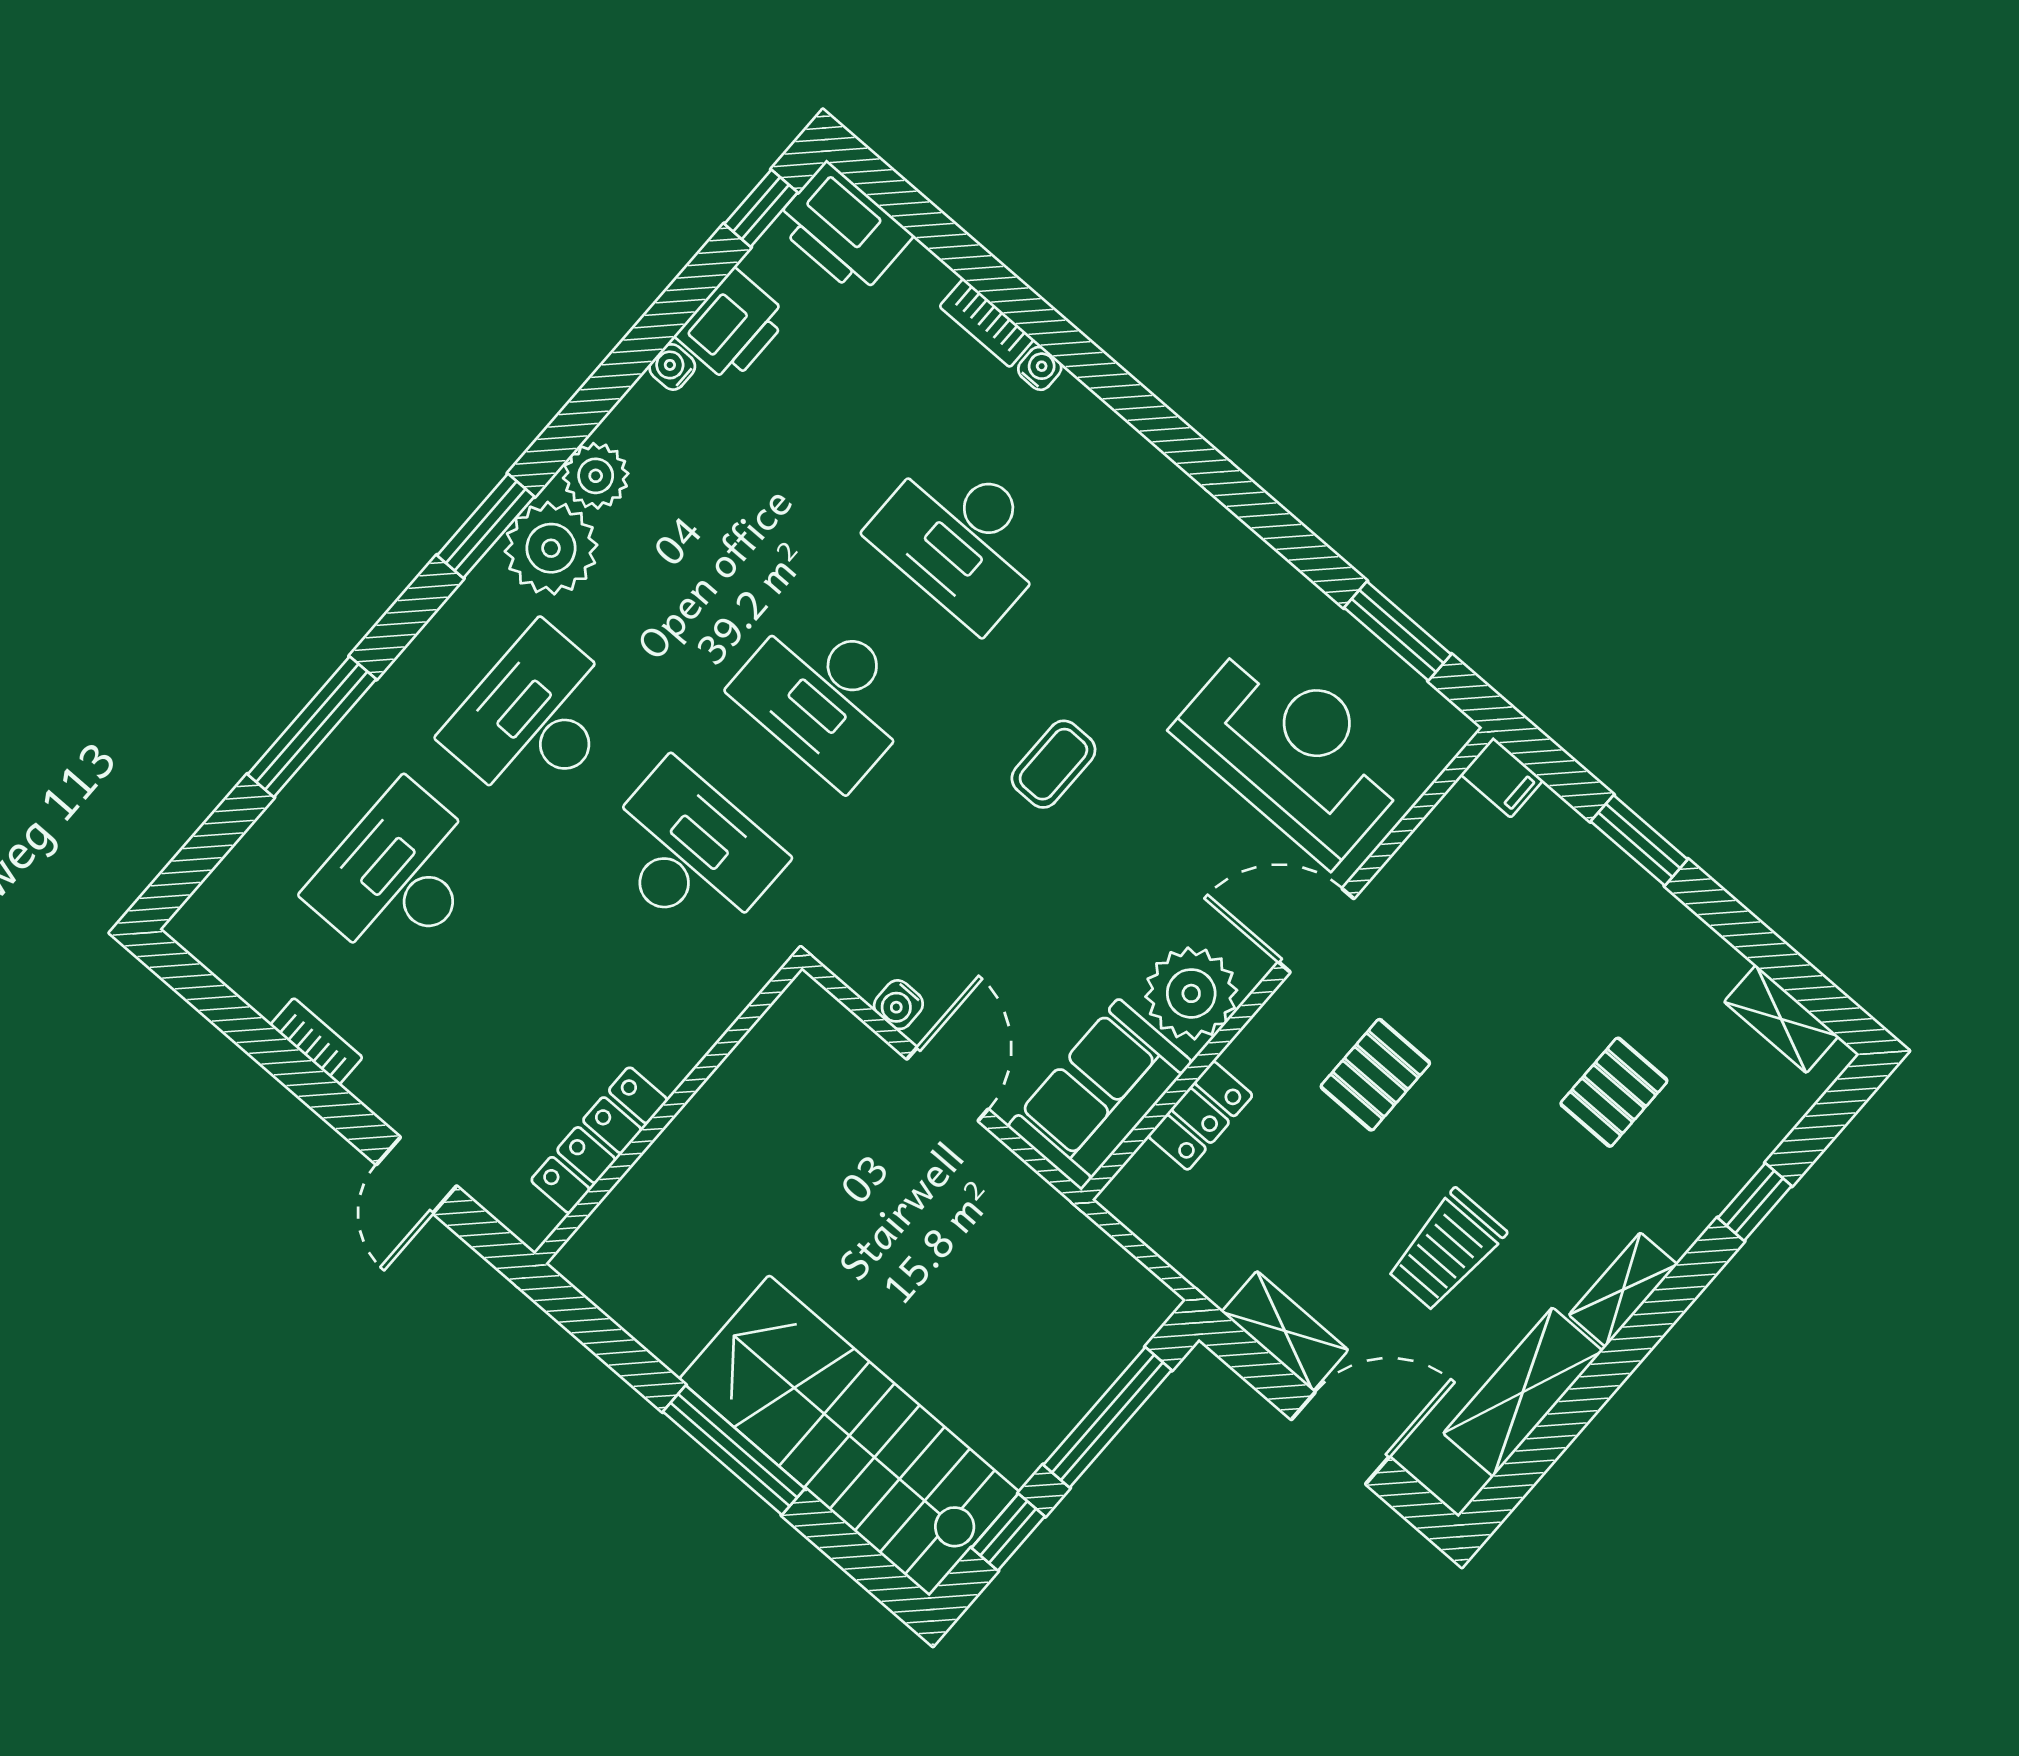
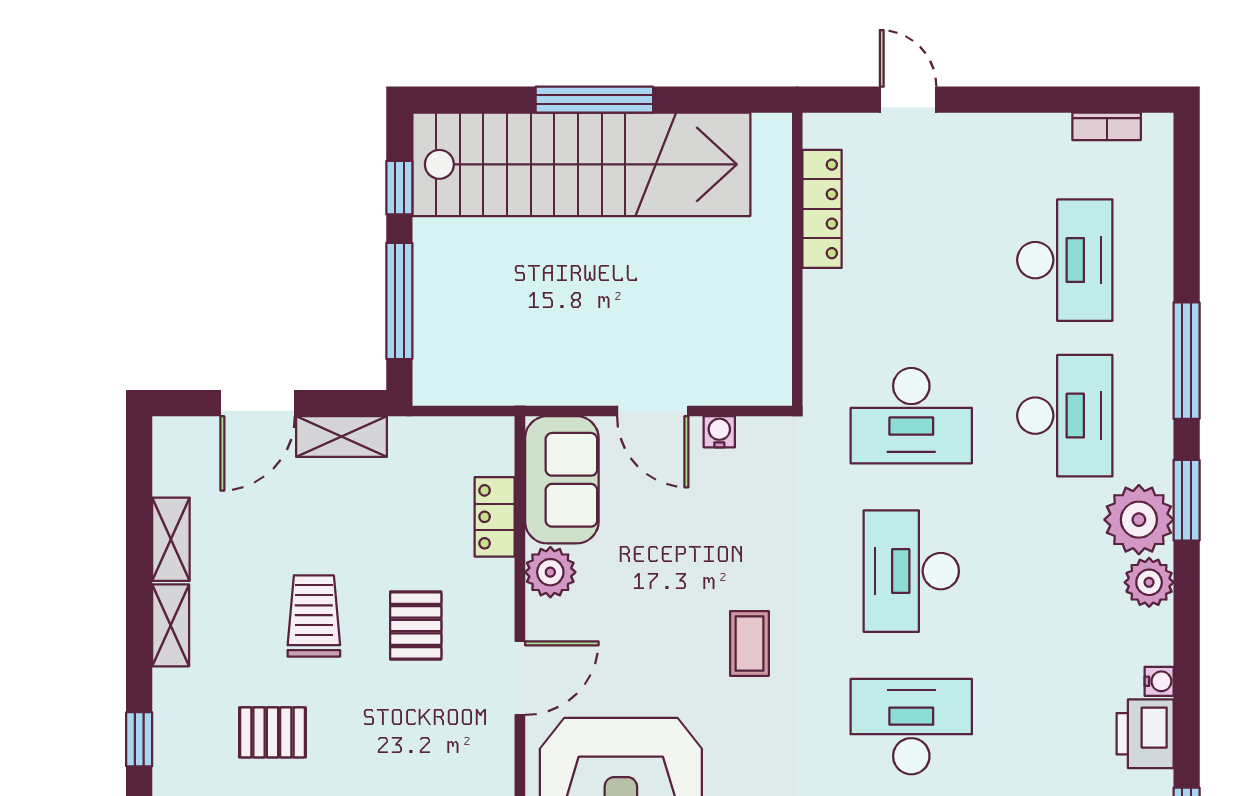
desk: (826, 696) -> (911, 571), turned -90
window: (312, 727) -> (1187, 361), moved
plant: (1191, 993) -> (550, 572), width x0.73, depth x0.73
bookcase: (316, 1041) -> (1107, 126), moved
pallet: (1614, 1092) -> (272, 732), turned 90
trolley: (1446, 1250) -> (314, 616), moved
shelving: (1523, 1392) -> (171, 539), width x0.67, depth x0.75
stairs: (849, 1436) -> (581, 164), width x1.36

